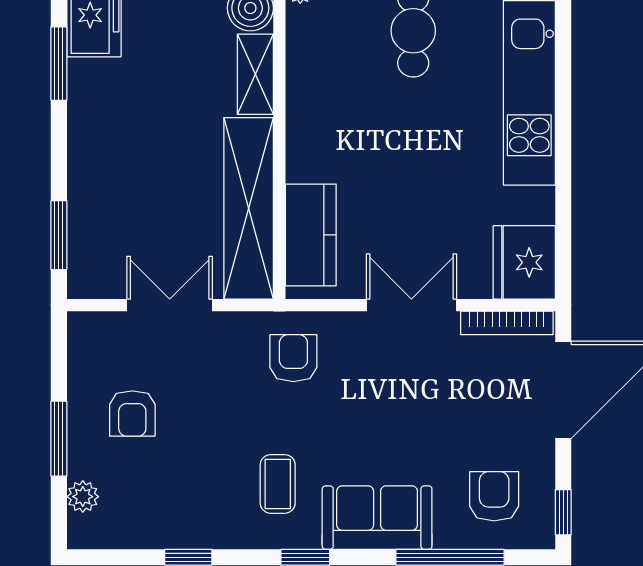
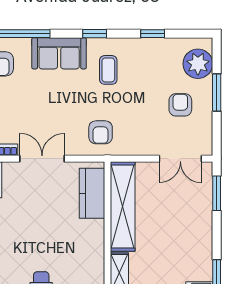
double door: (170, 305) -> (180, 159), moved
double door: (411, 305) -> (42, 159), swing flipped
plant: (83, 497) -> (198, 64), width x1.88, depth x1.88

